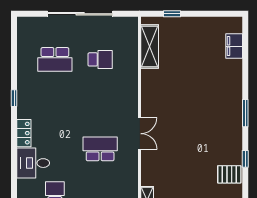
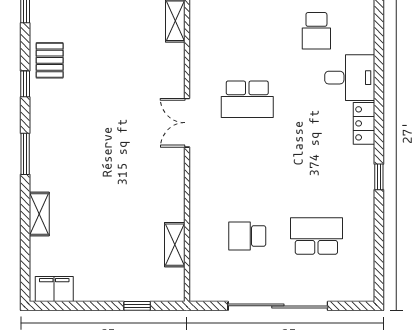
filing cabinet: (234, 46) -> (54, 289), moved, turned -90
shelving: (150, 47) -> (175, 245), width x0.67, depth x0.75
shelving: (236, 74) -> (39, 214), added
pallet: (229, 174) -> (50, 60), turned 90

